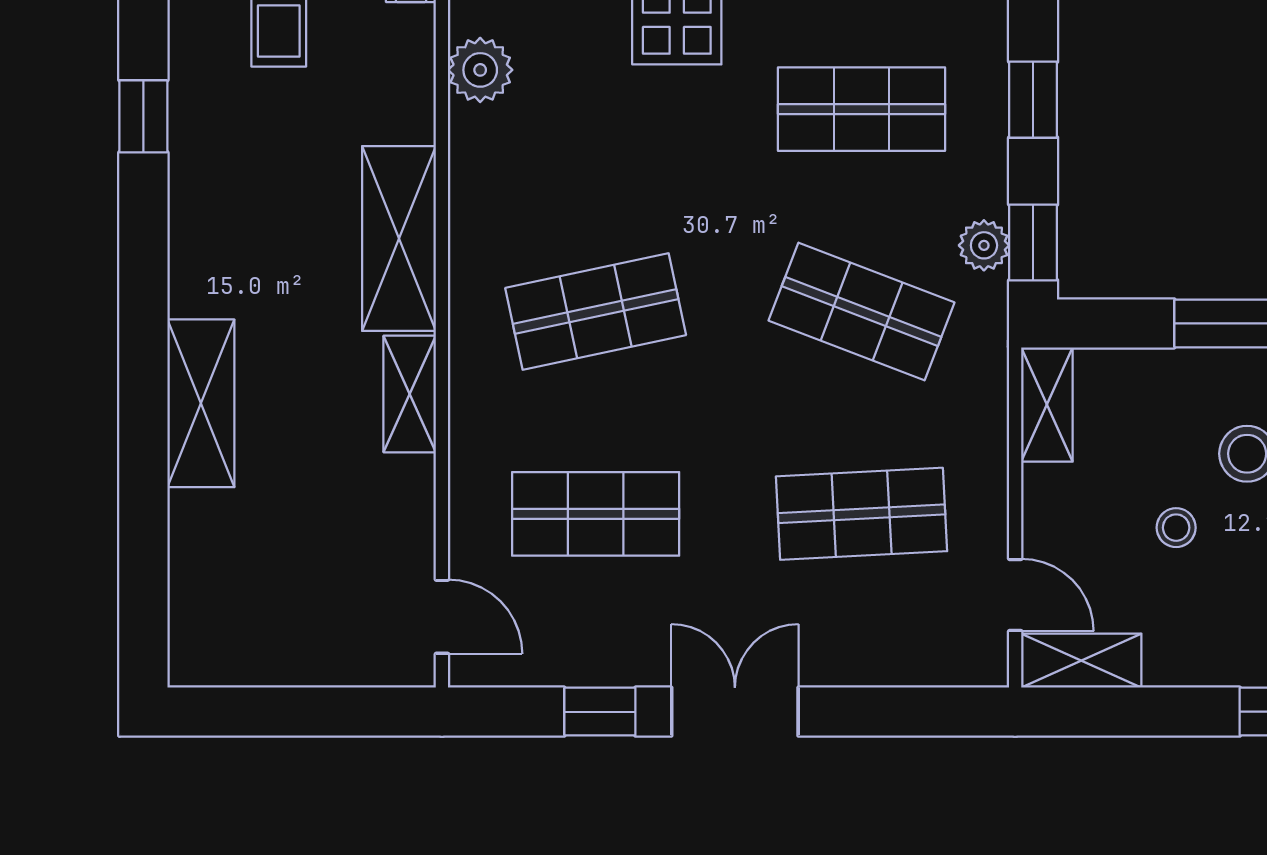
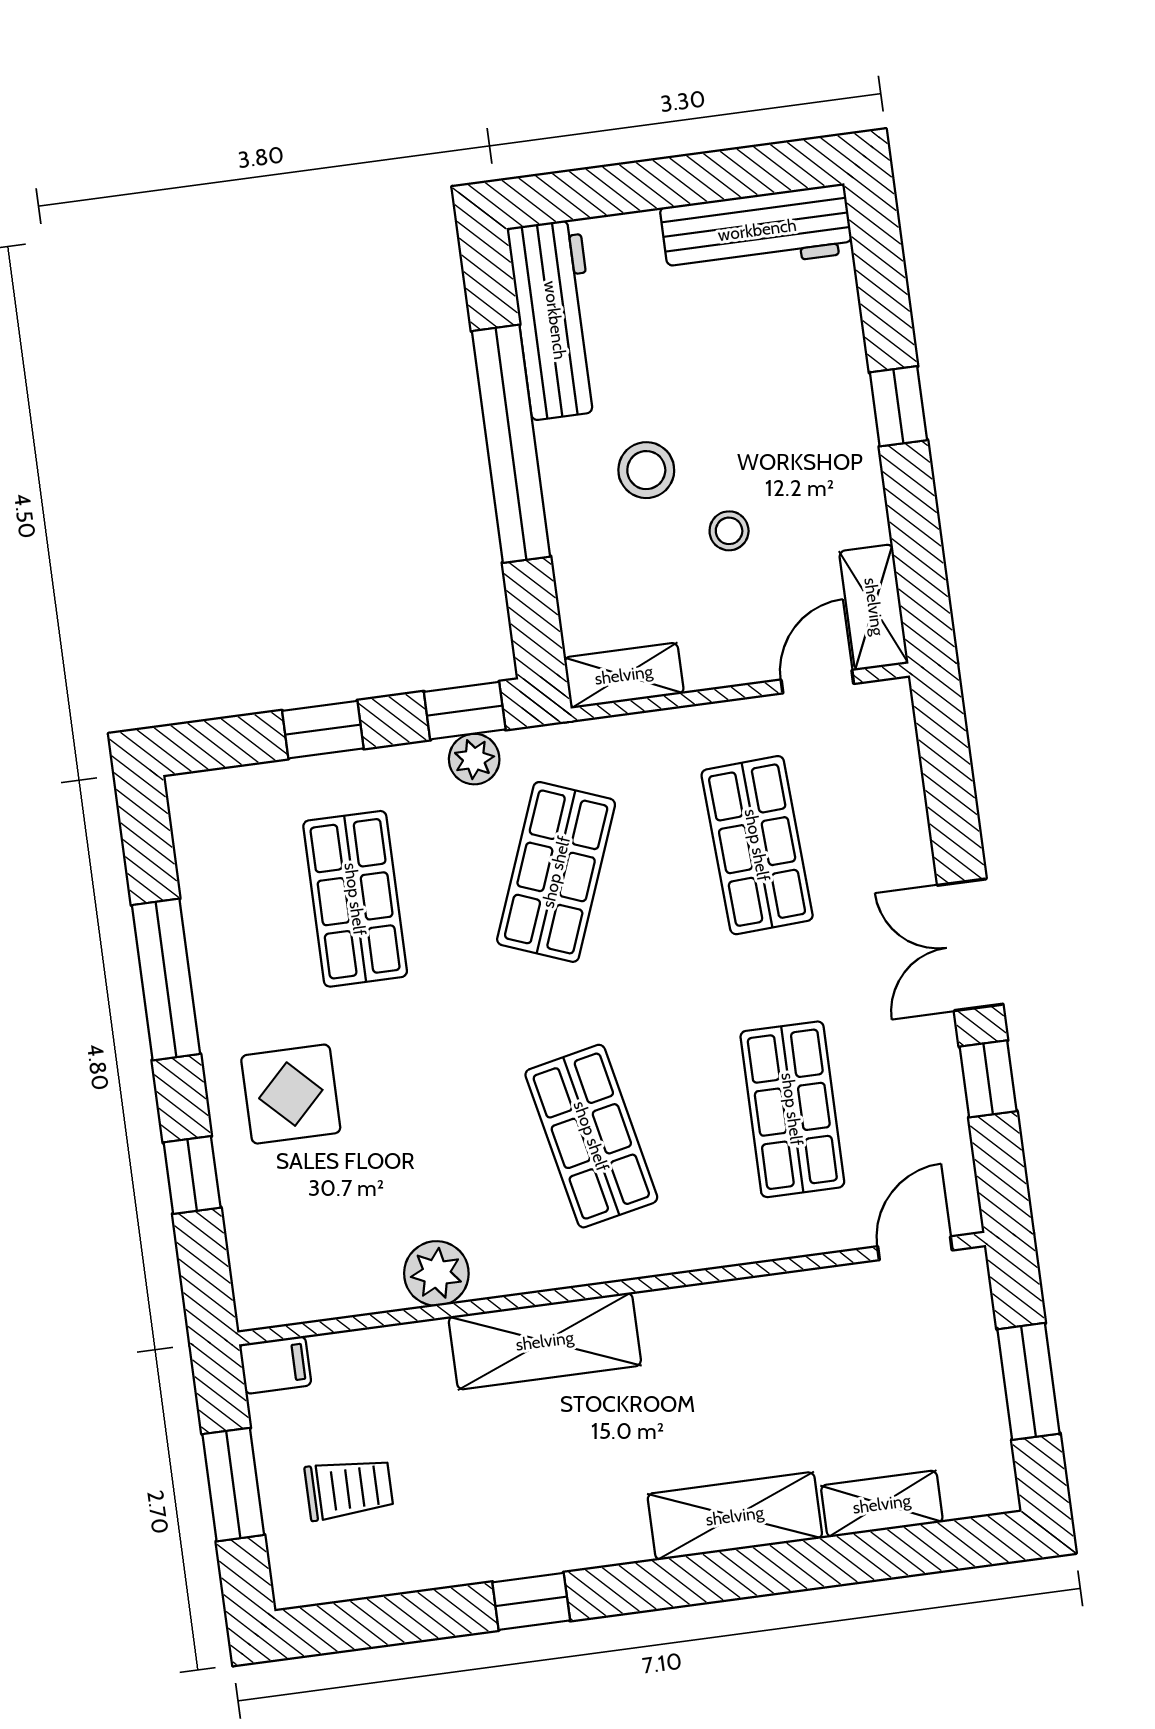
plant: (480, 70) -> (436, 1273), moved
window: (143, 116) -> (531, 1601), moved
shelving: (410, 394) -> (882, 1504), moved
window: (295, 712) -> (1029, 1381), added

